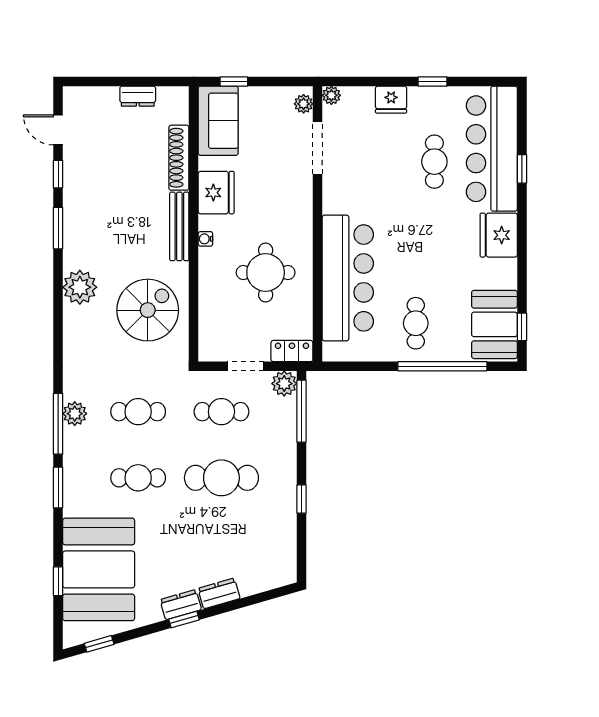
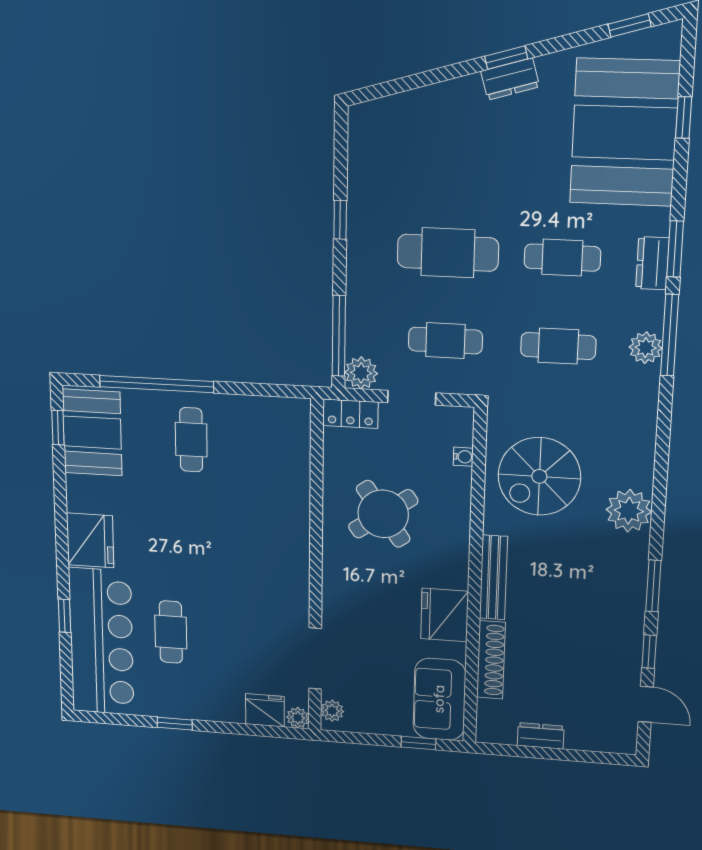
fridge: (391, 100) -> (265, 710), moved
water cooler: (205, 239) -> (463, 457), moved
round table: (266, 272) -> (383, 514), turned -35
bar counter: (348, 278) -> (278, 501), removed
dresser: (219, 593) -> (652, 263), moved, turned 106

